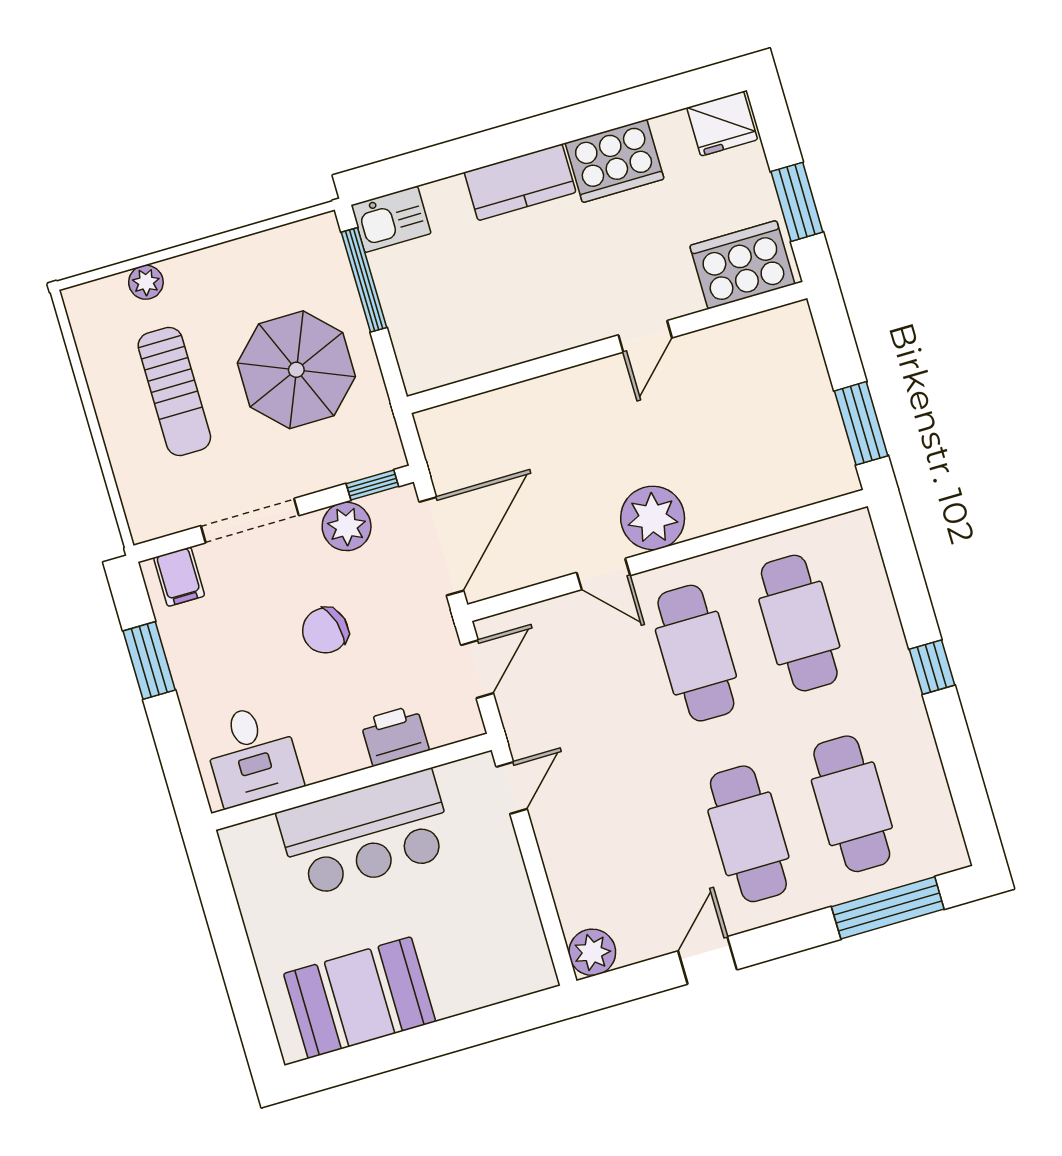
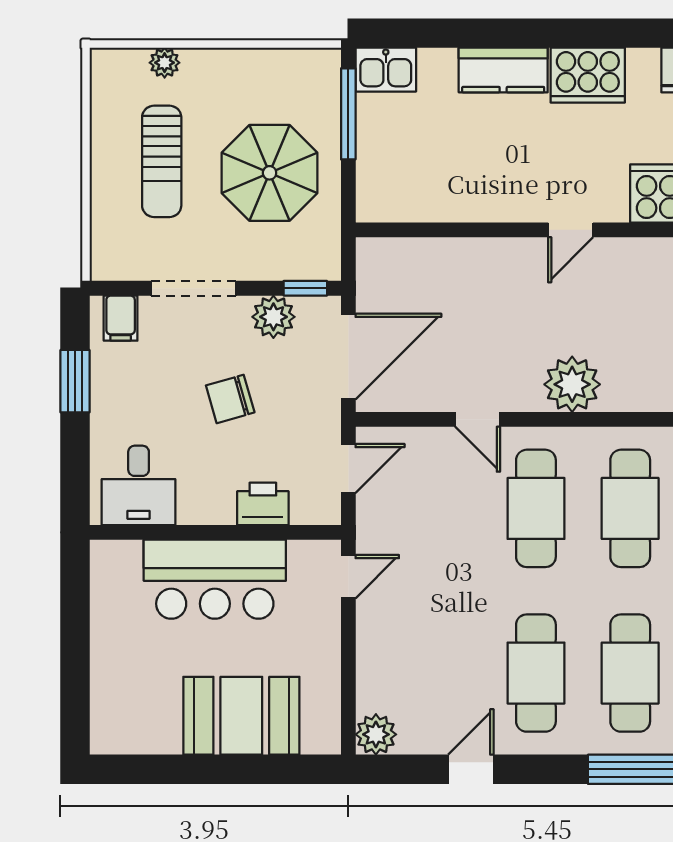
plant: (653, 518) -> (572, 384), moved
booth: (360, 998) -> (241, 716), moved

